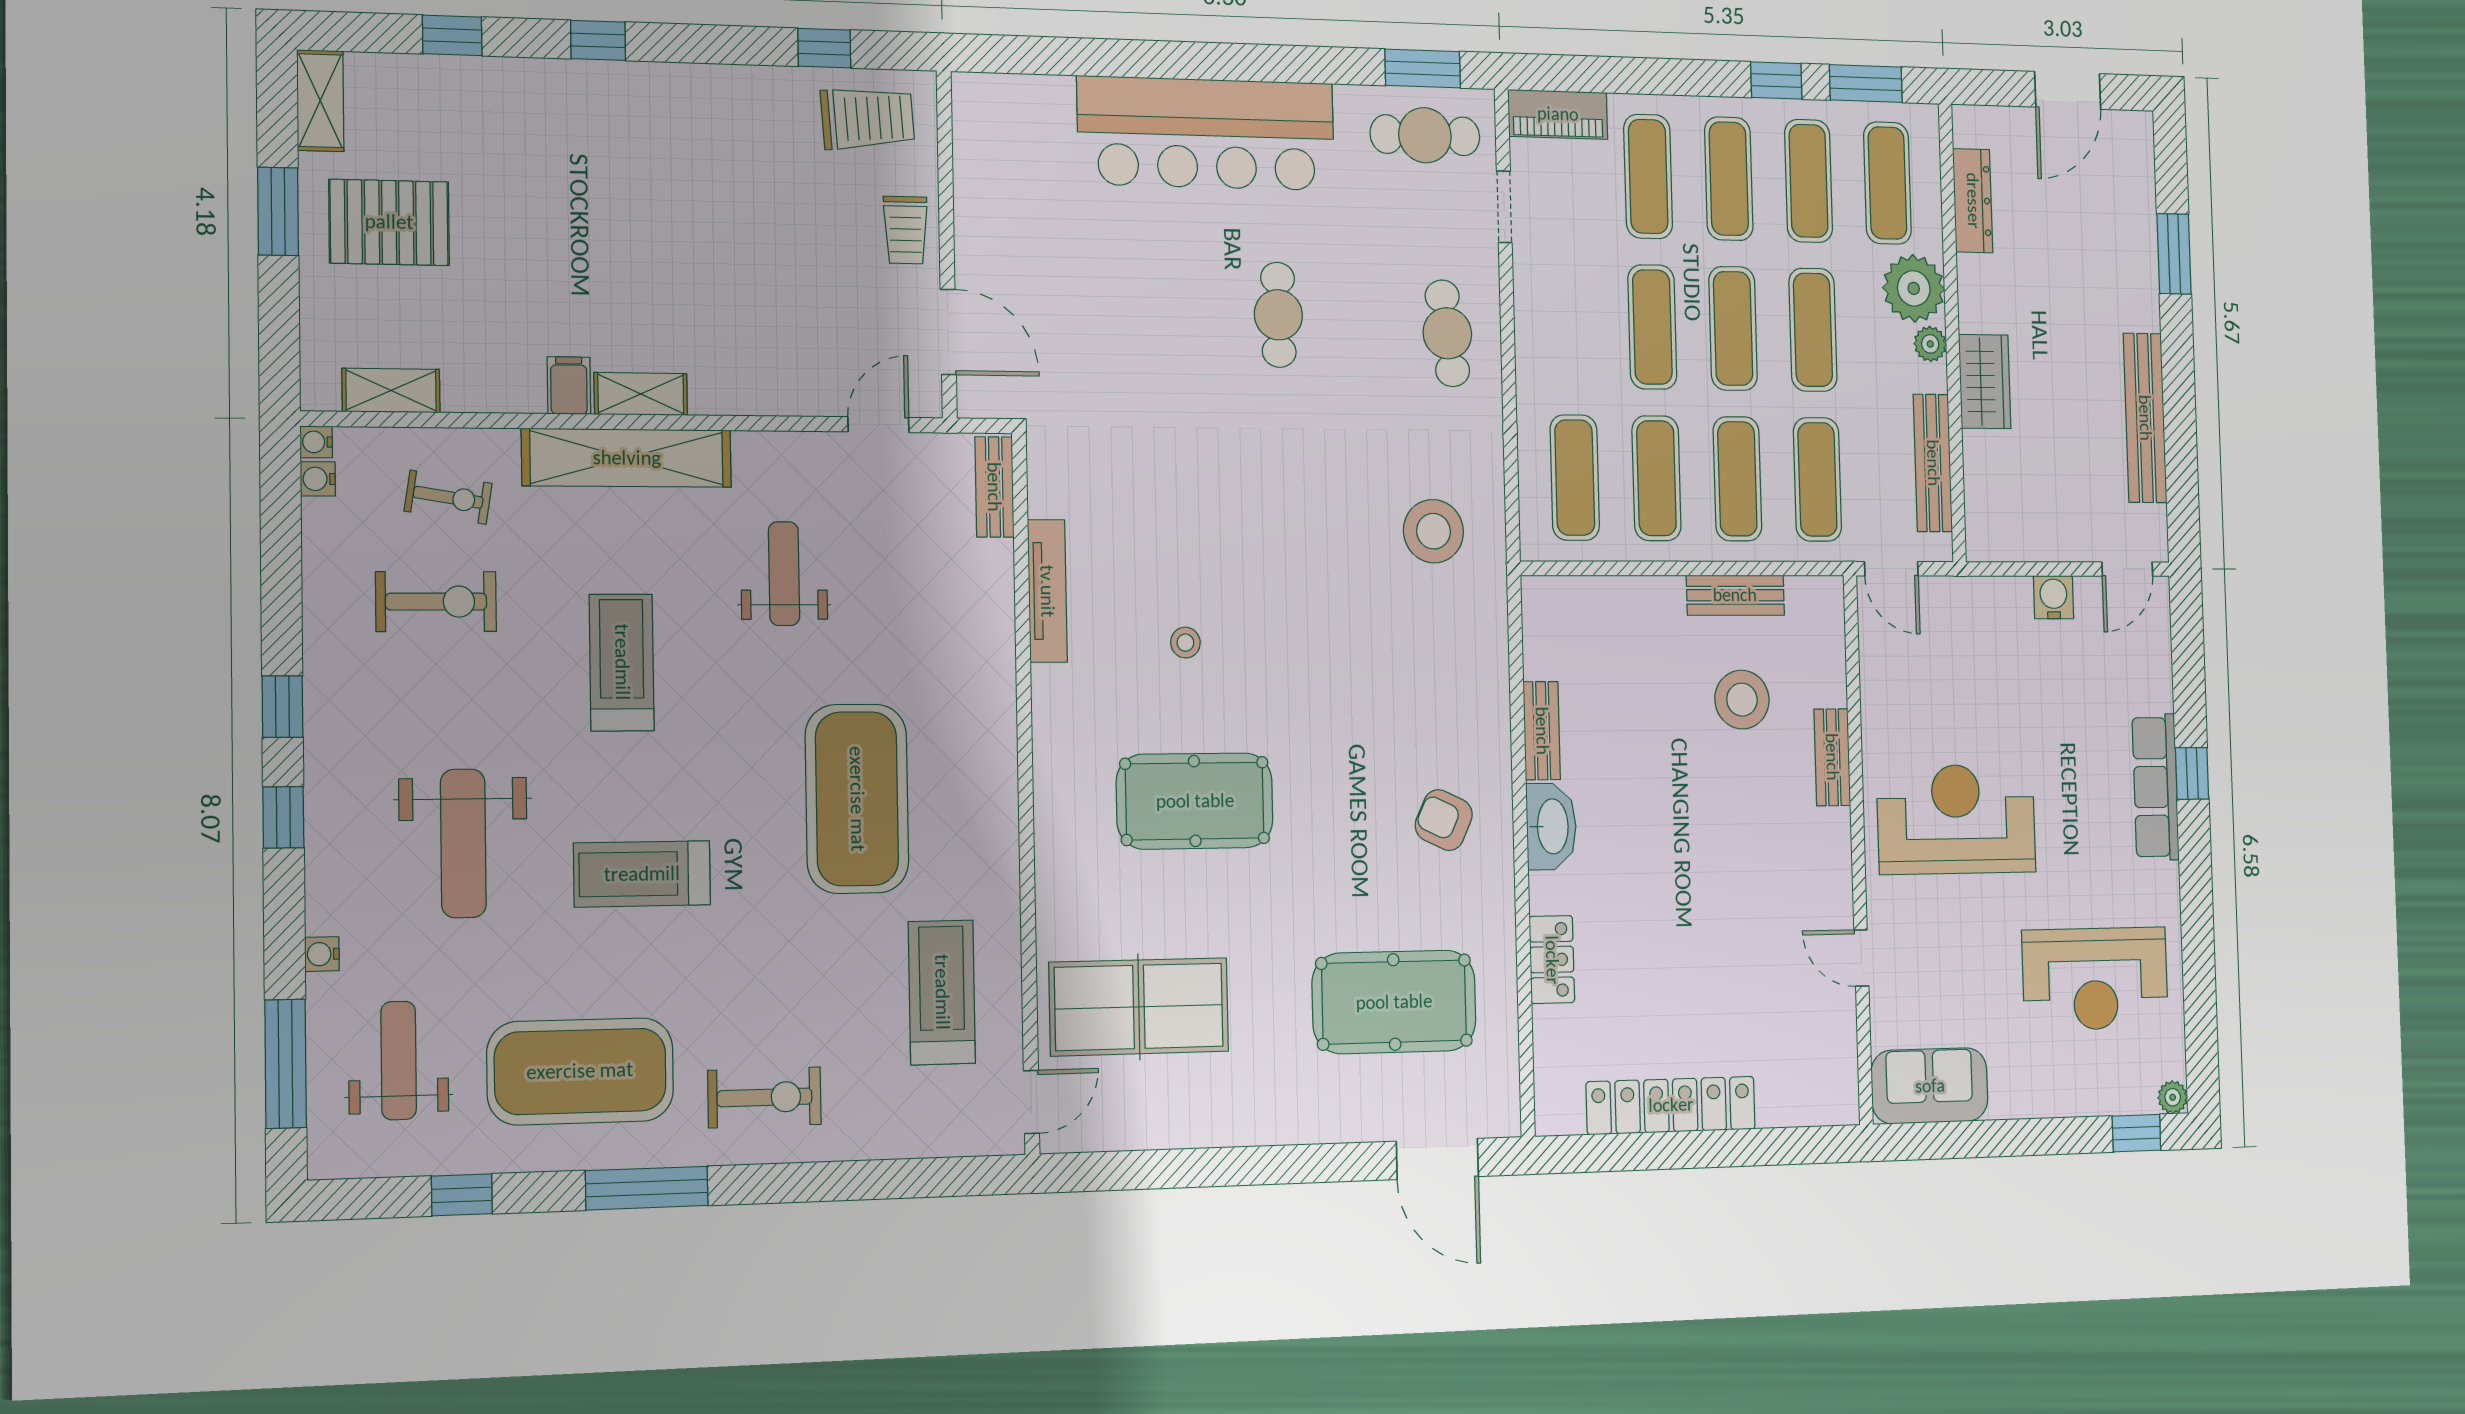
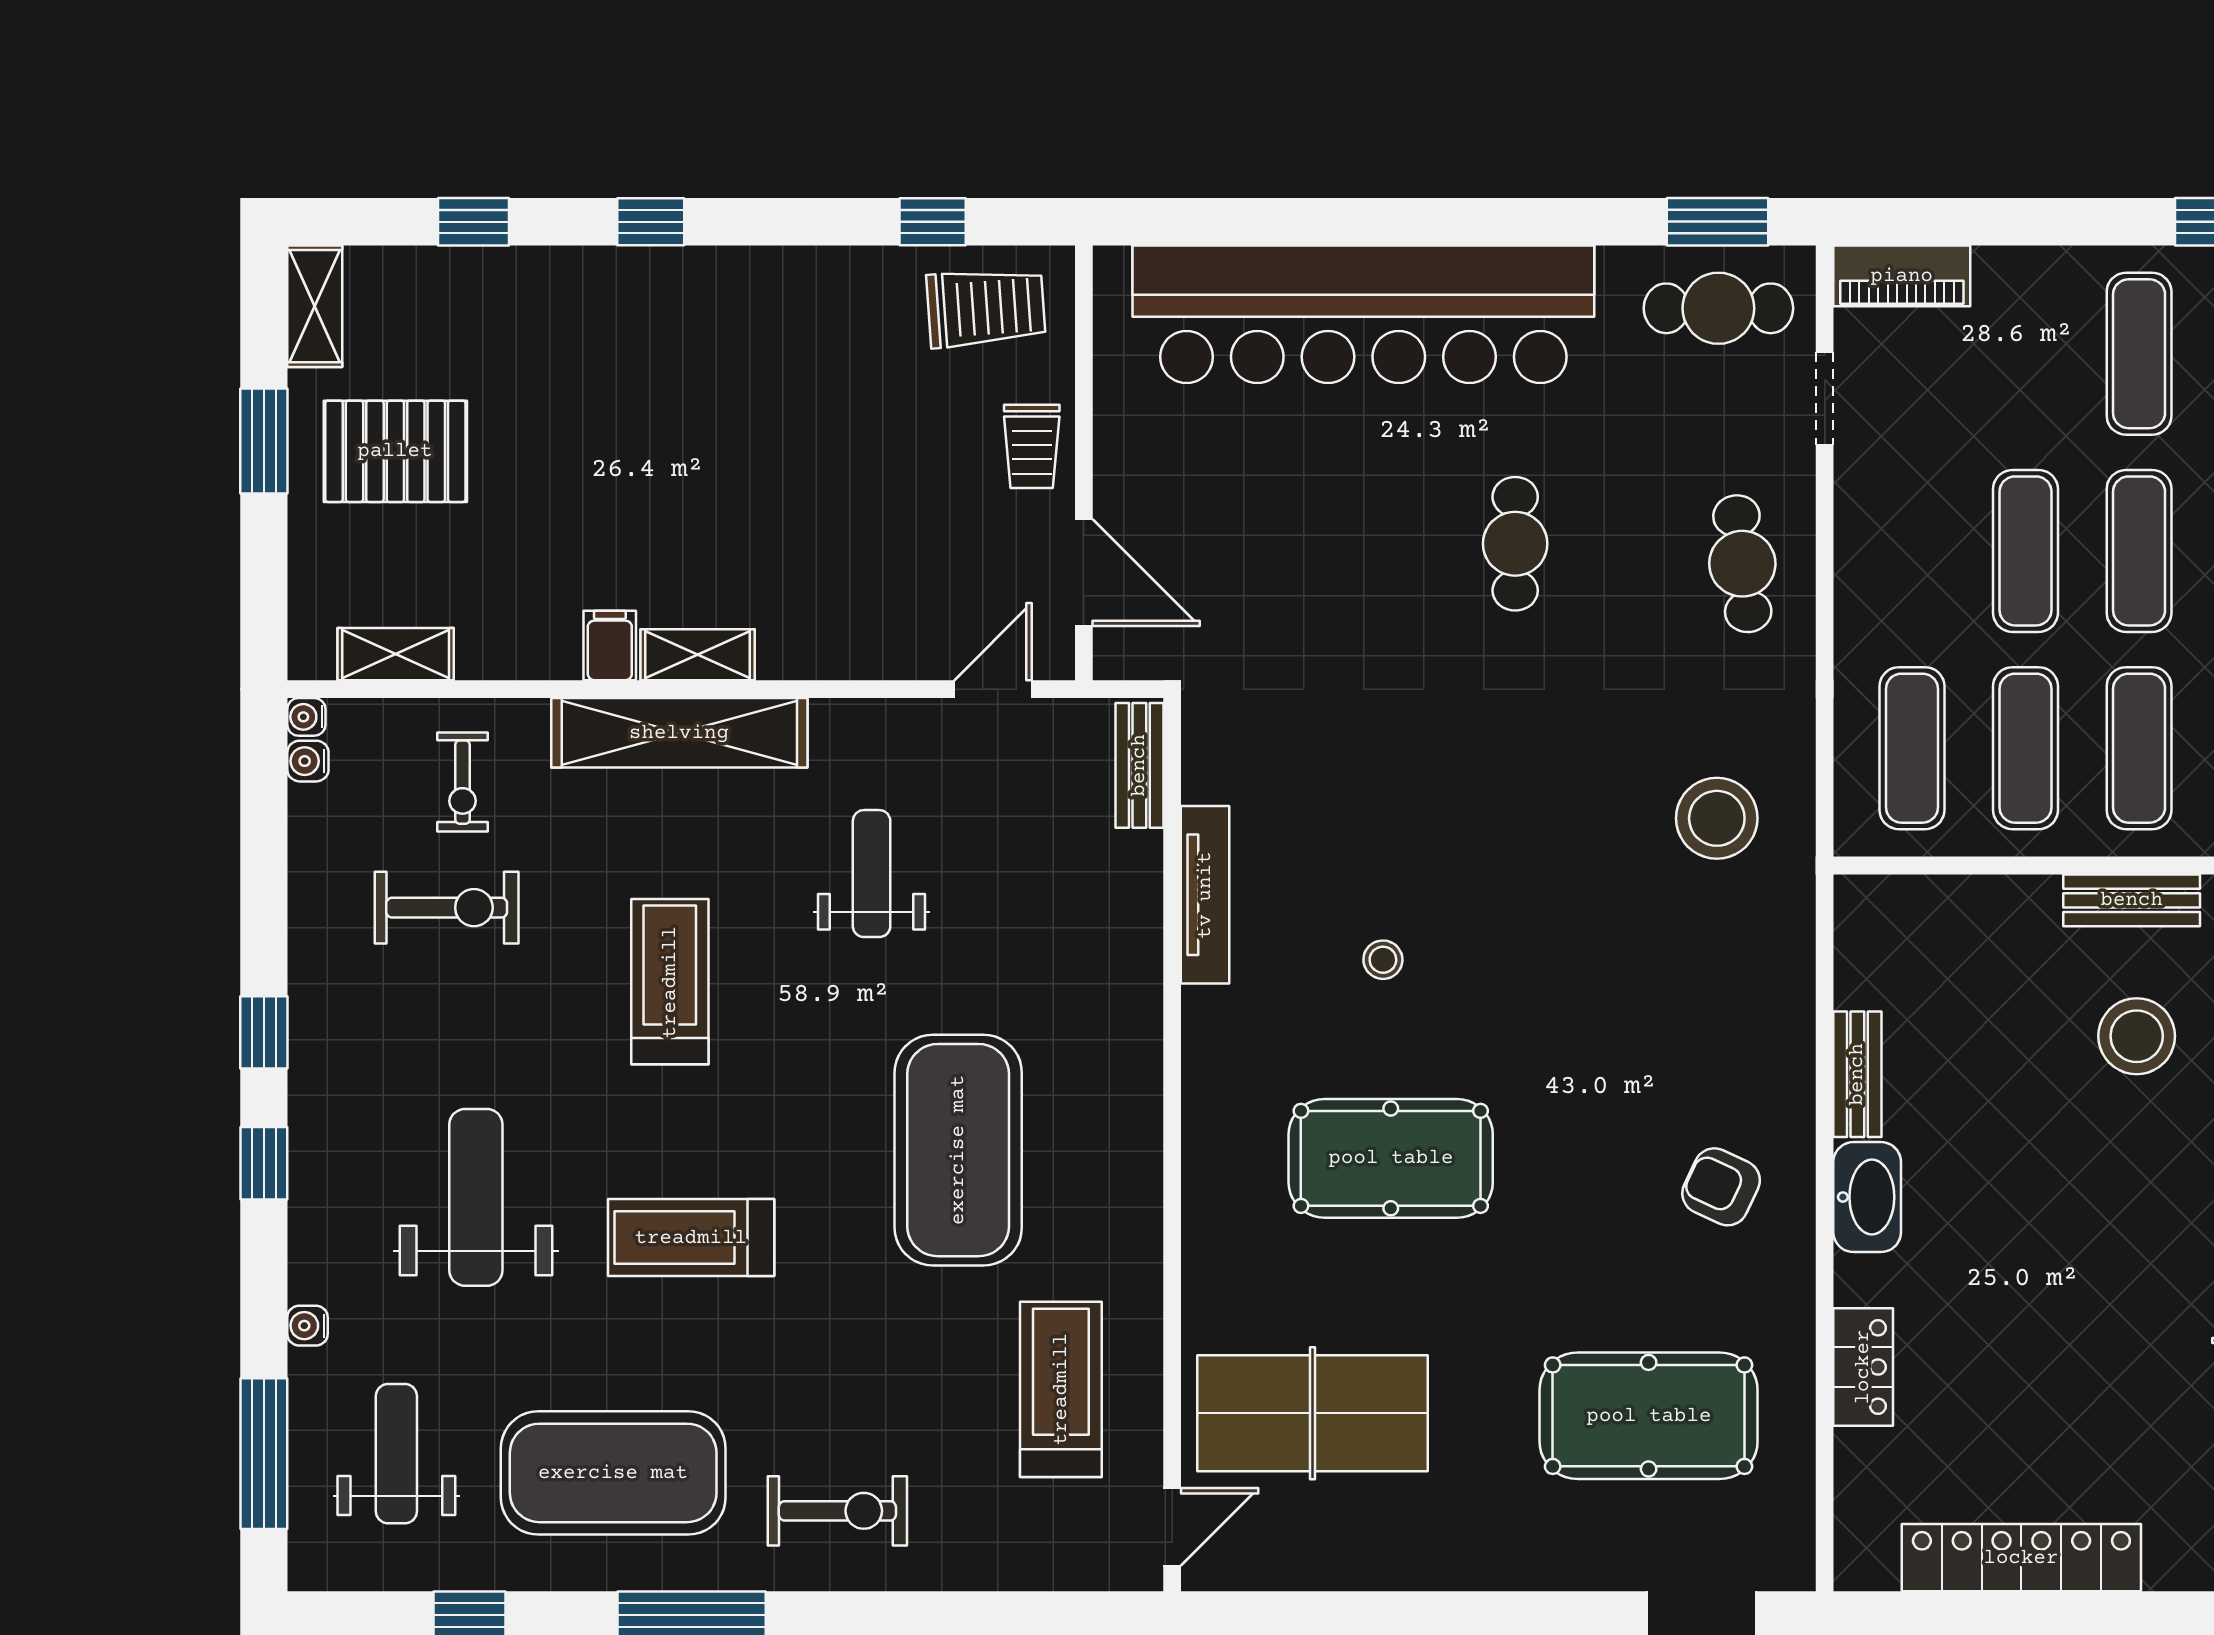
bar counter: (1206, 133) -> (1363, 314), width x1.36
exercise mat: (1648, 176) -> (2026, 354), removed
exercise bike: (448, 497) -> (462, 782), turned 81
weight bench: (463, 843) -> (476, 1197), turned 180

